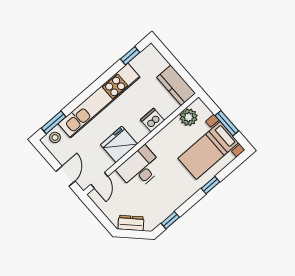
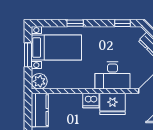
plant: (189, 117) -> (39, 81), moved
dishwasher: (152, 120) -> (91, 101), moved

